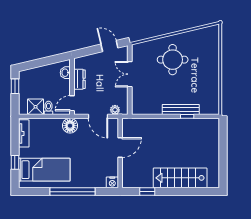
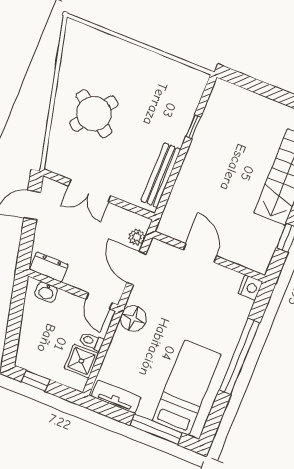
round table: (173, 60) -> (94, 114), turned 36
dresser: (79, 79) -> (49, 267), moved
bench: (181, 109) -> (161, 175), moved
door: (98, 116) -> (136, 268), swing flipped
window: (15, 162) -> (156, 429), width x2.17

